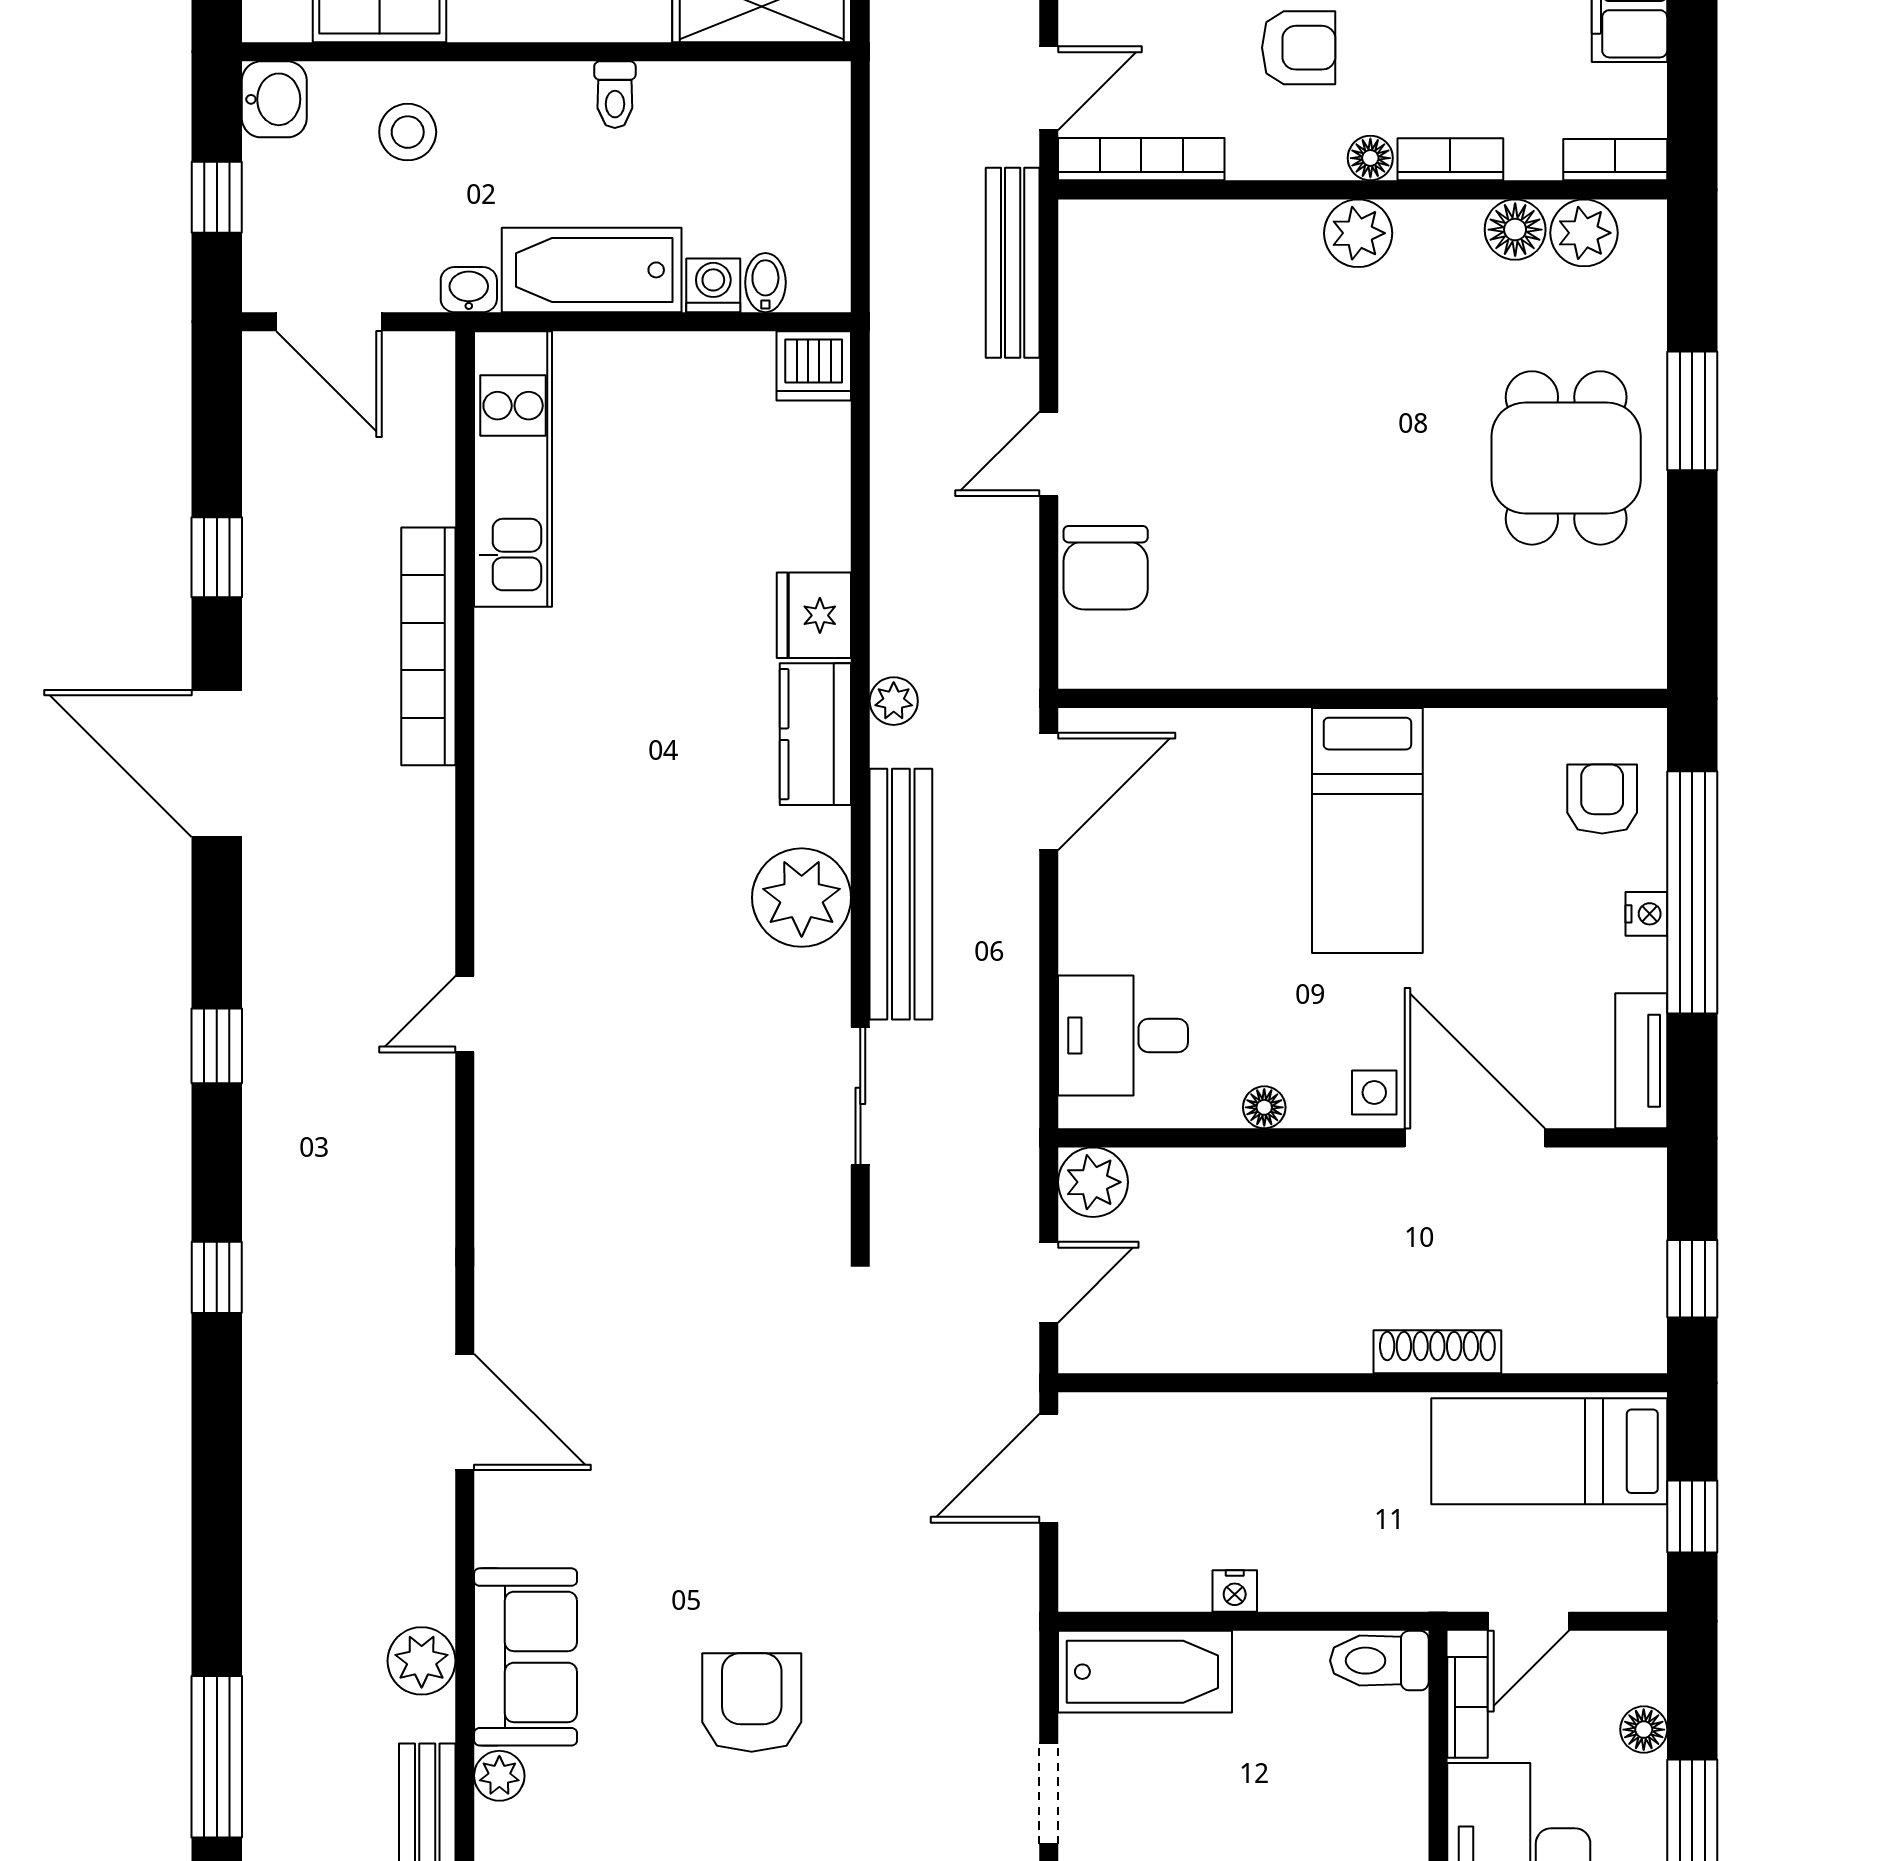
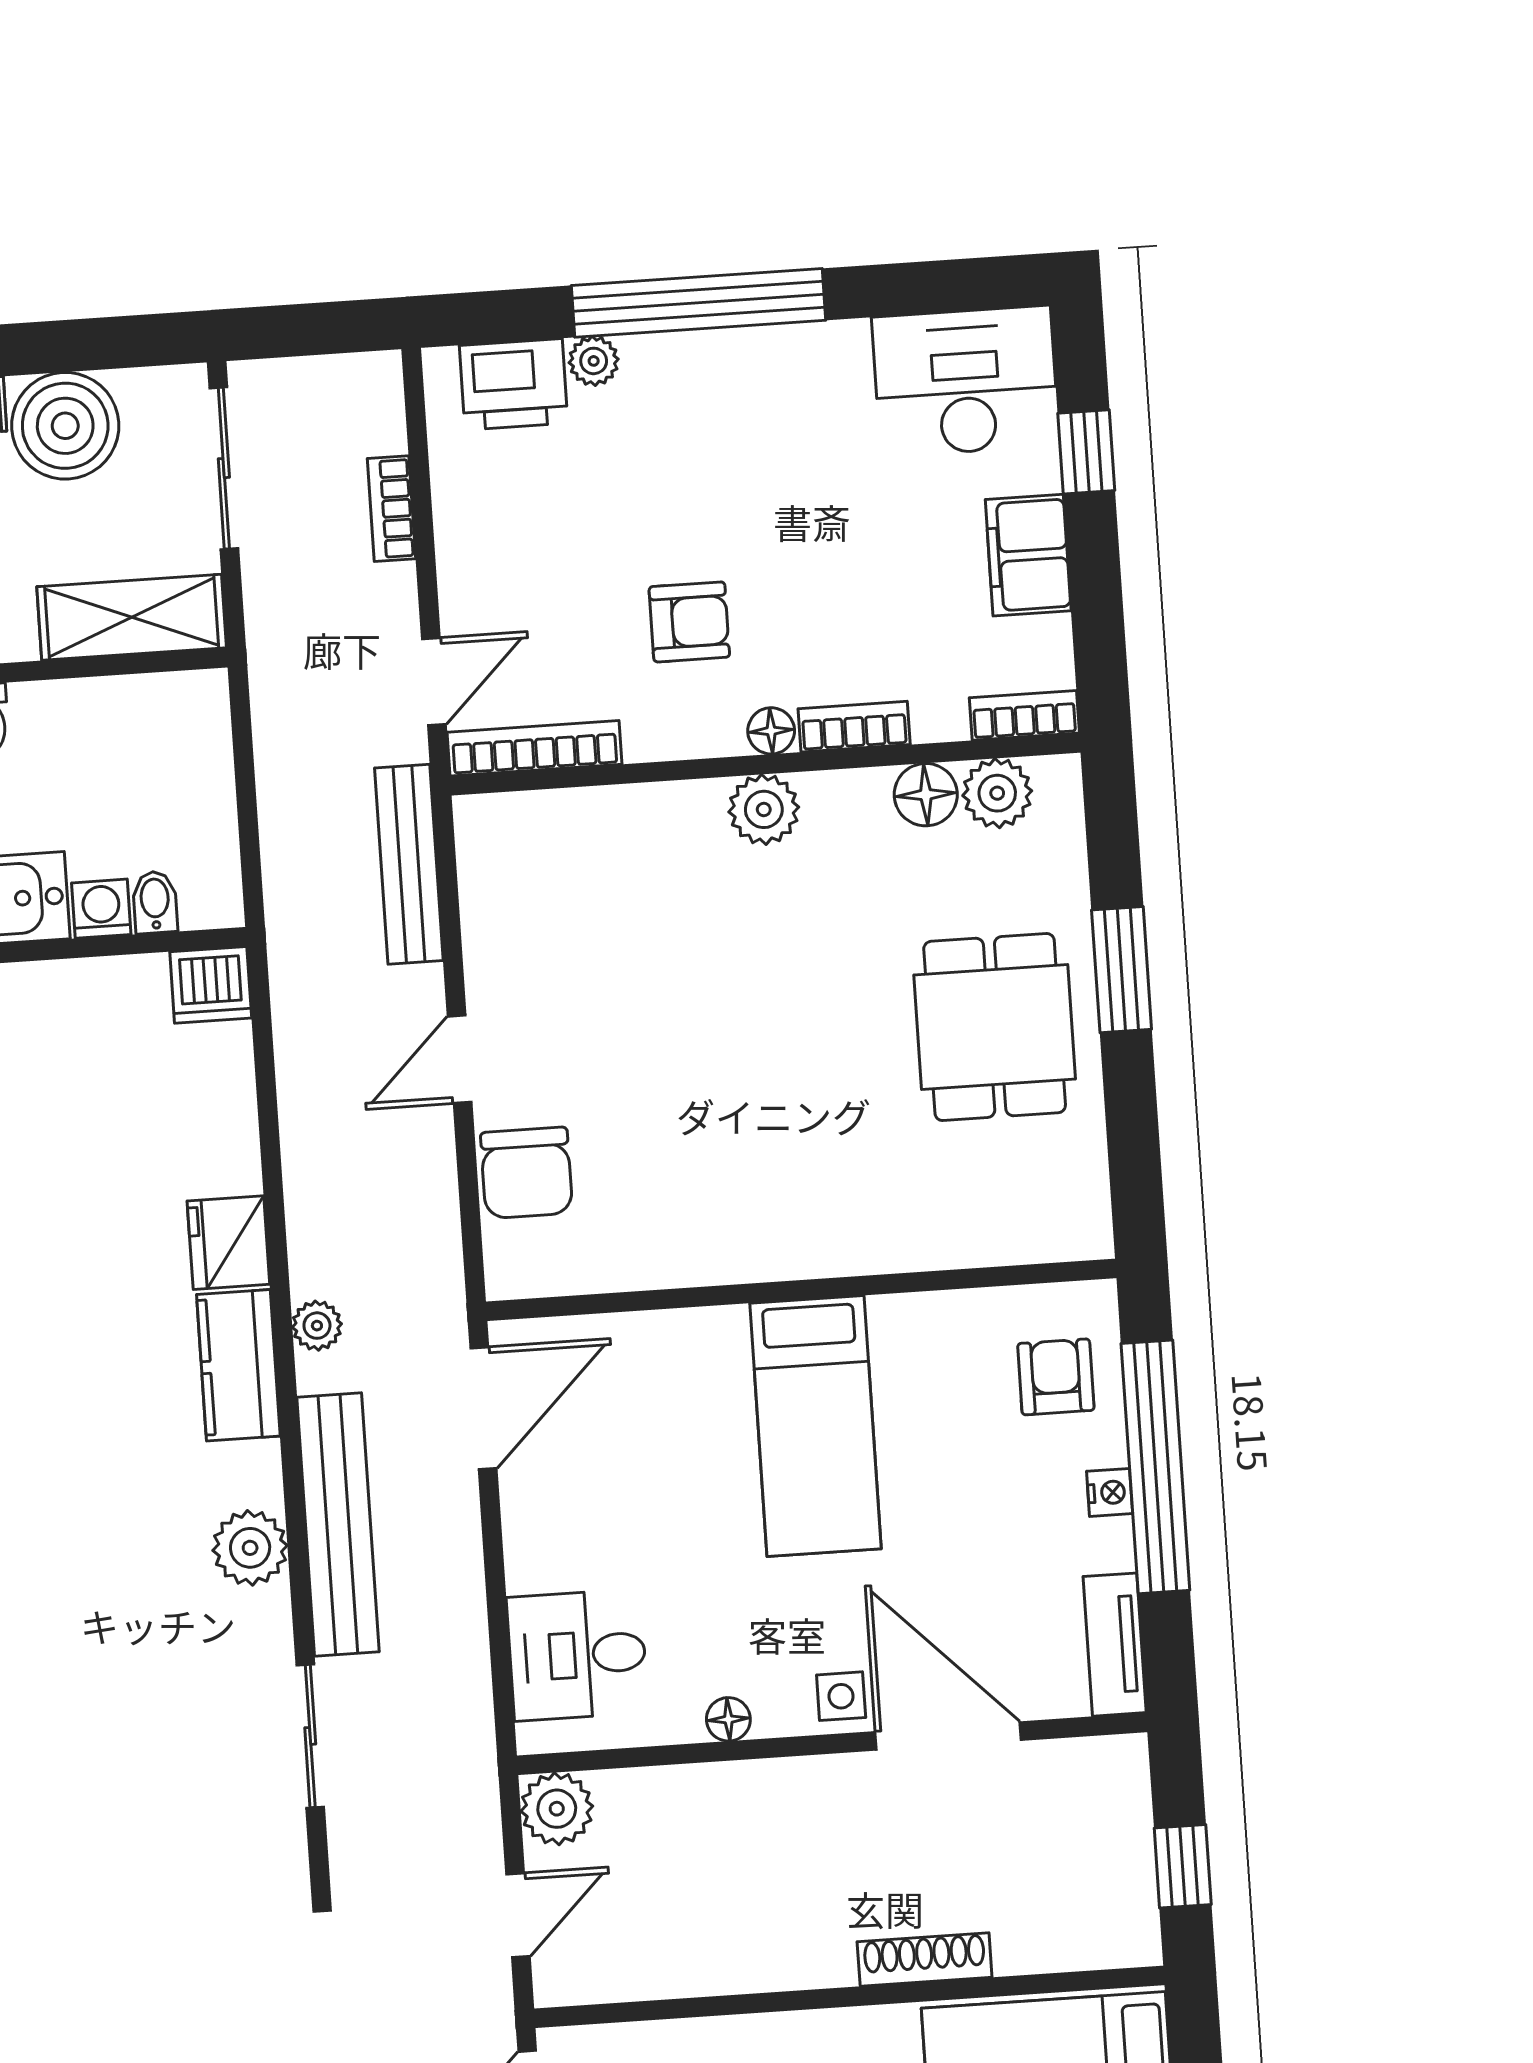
plant: (802, 898) -> (250, 1548), width x0.73, depth x0.73

